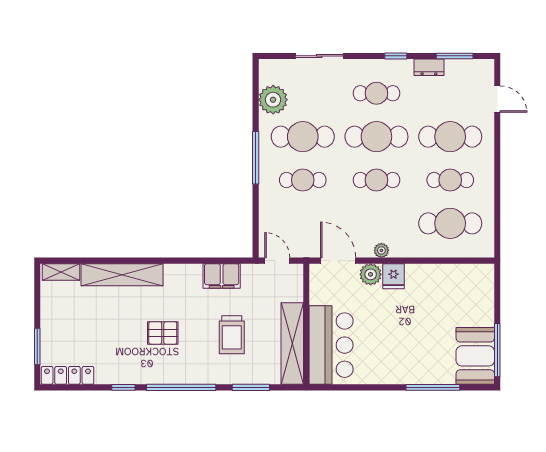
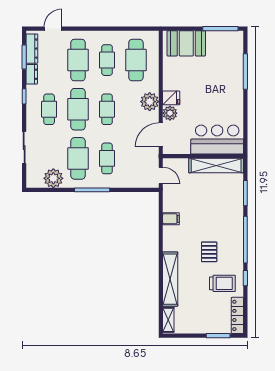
dresser: (467, 68) -> (32, 49), added
plant: (381, 250) -> (150, 102), width x1.88, depth x1.88
door: (277, 261) -> (161, 175), swing flipped
filing cabinet: (222, 276) -> (171, 219), width x0.50
trolley: (232, 335) -> (222, 283), moved
booth: (475, 356) -> (186, 43), moved

